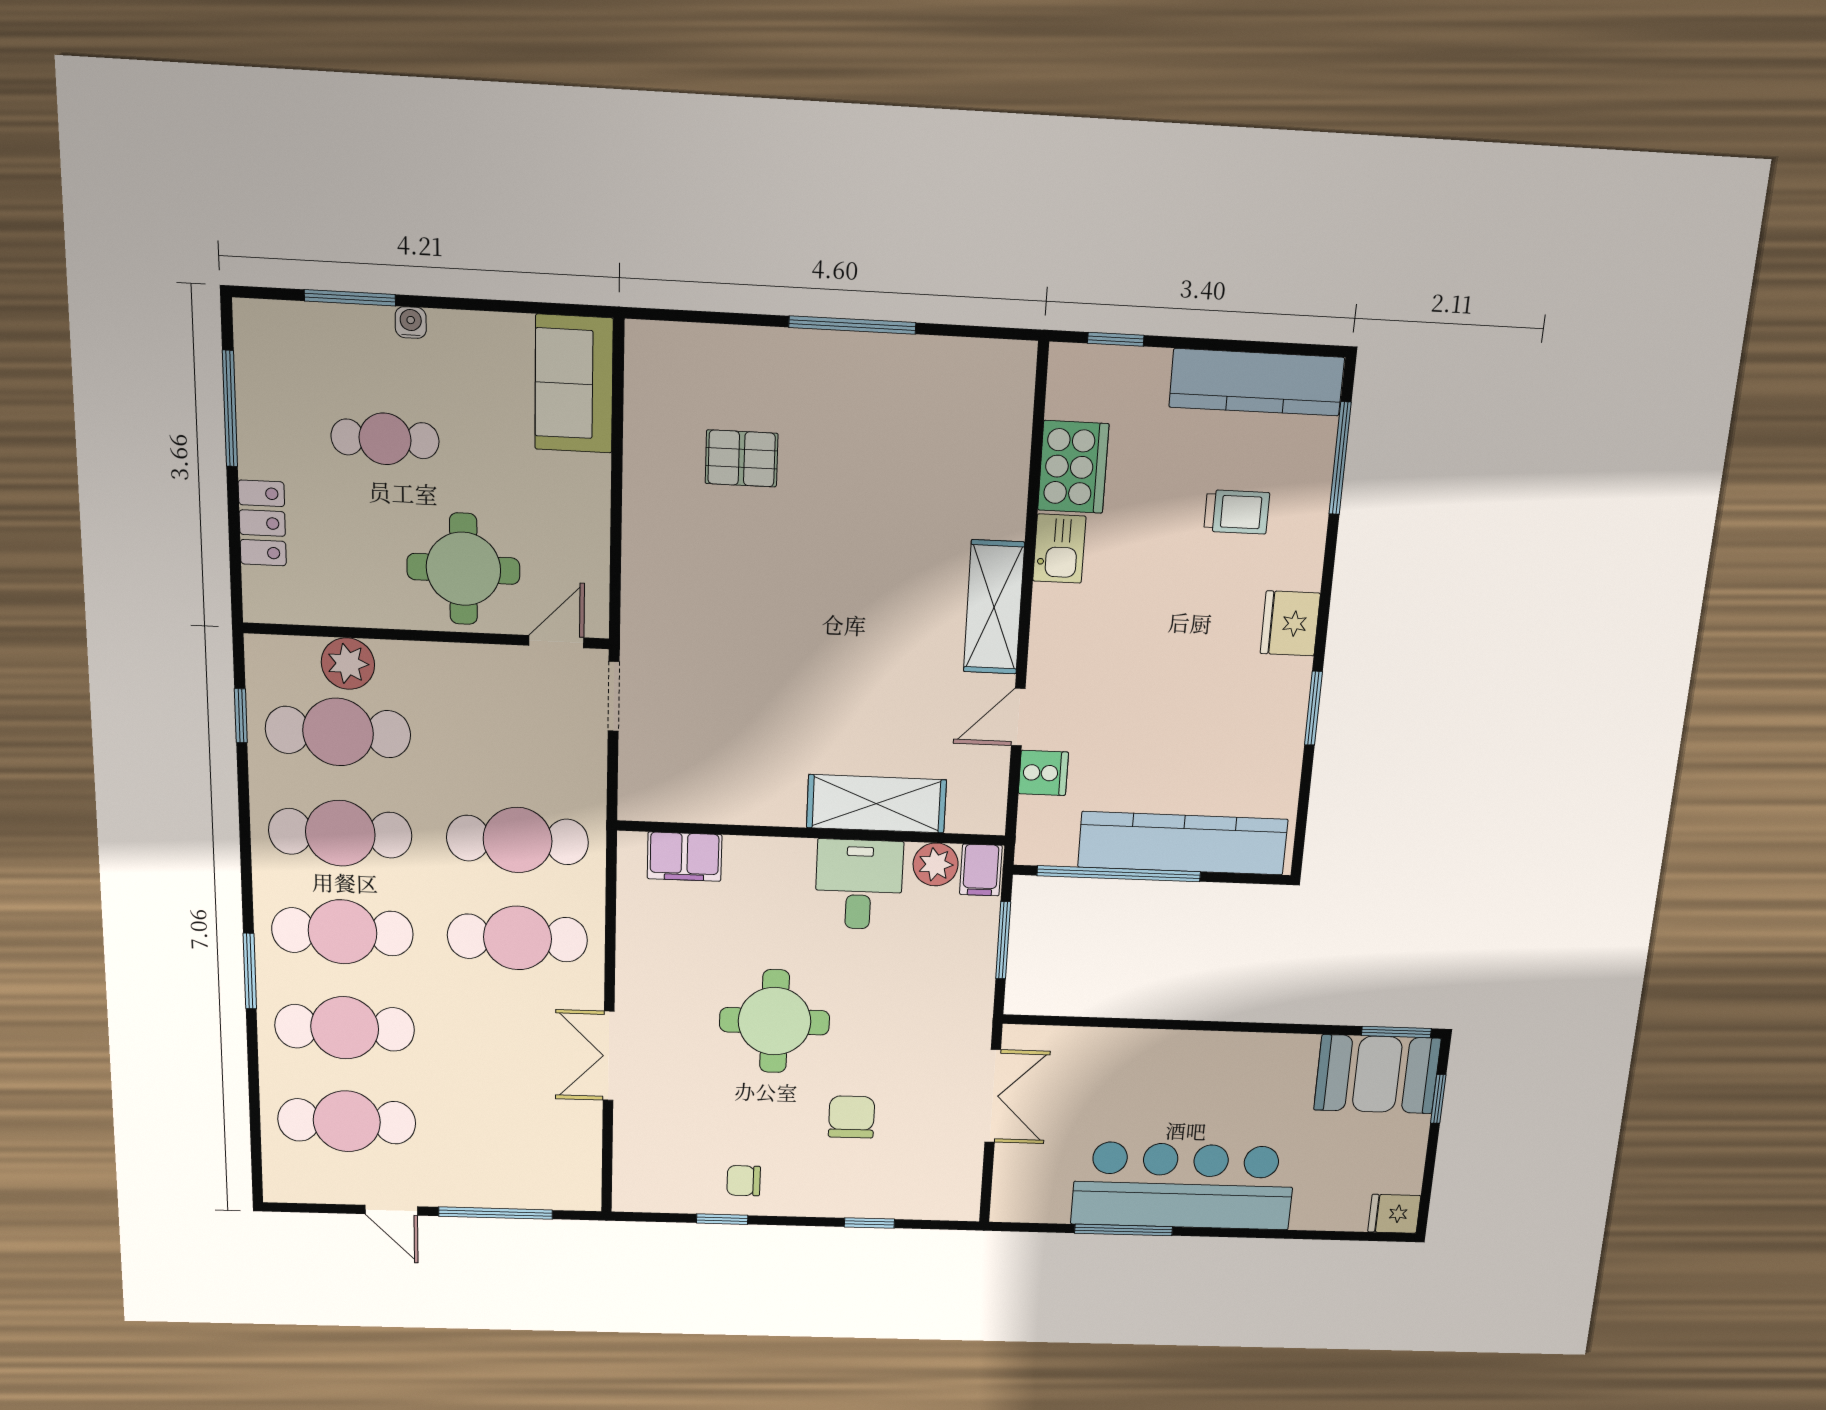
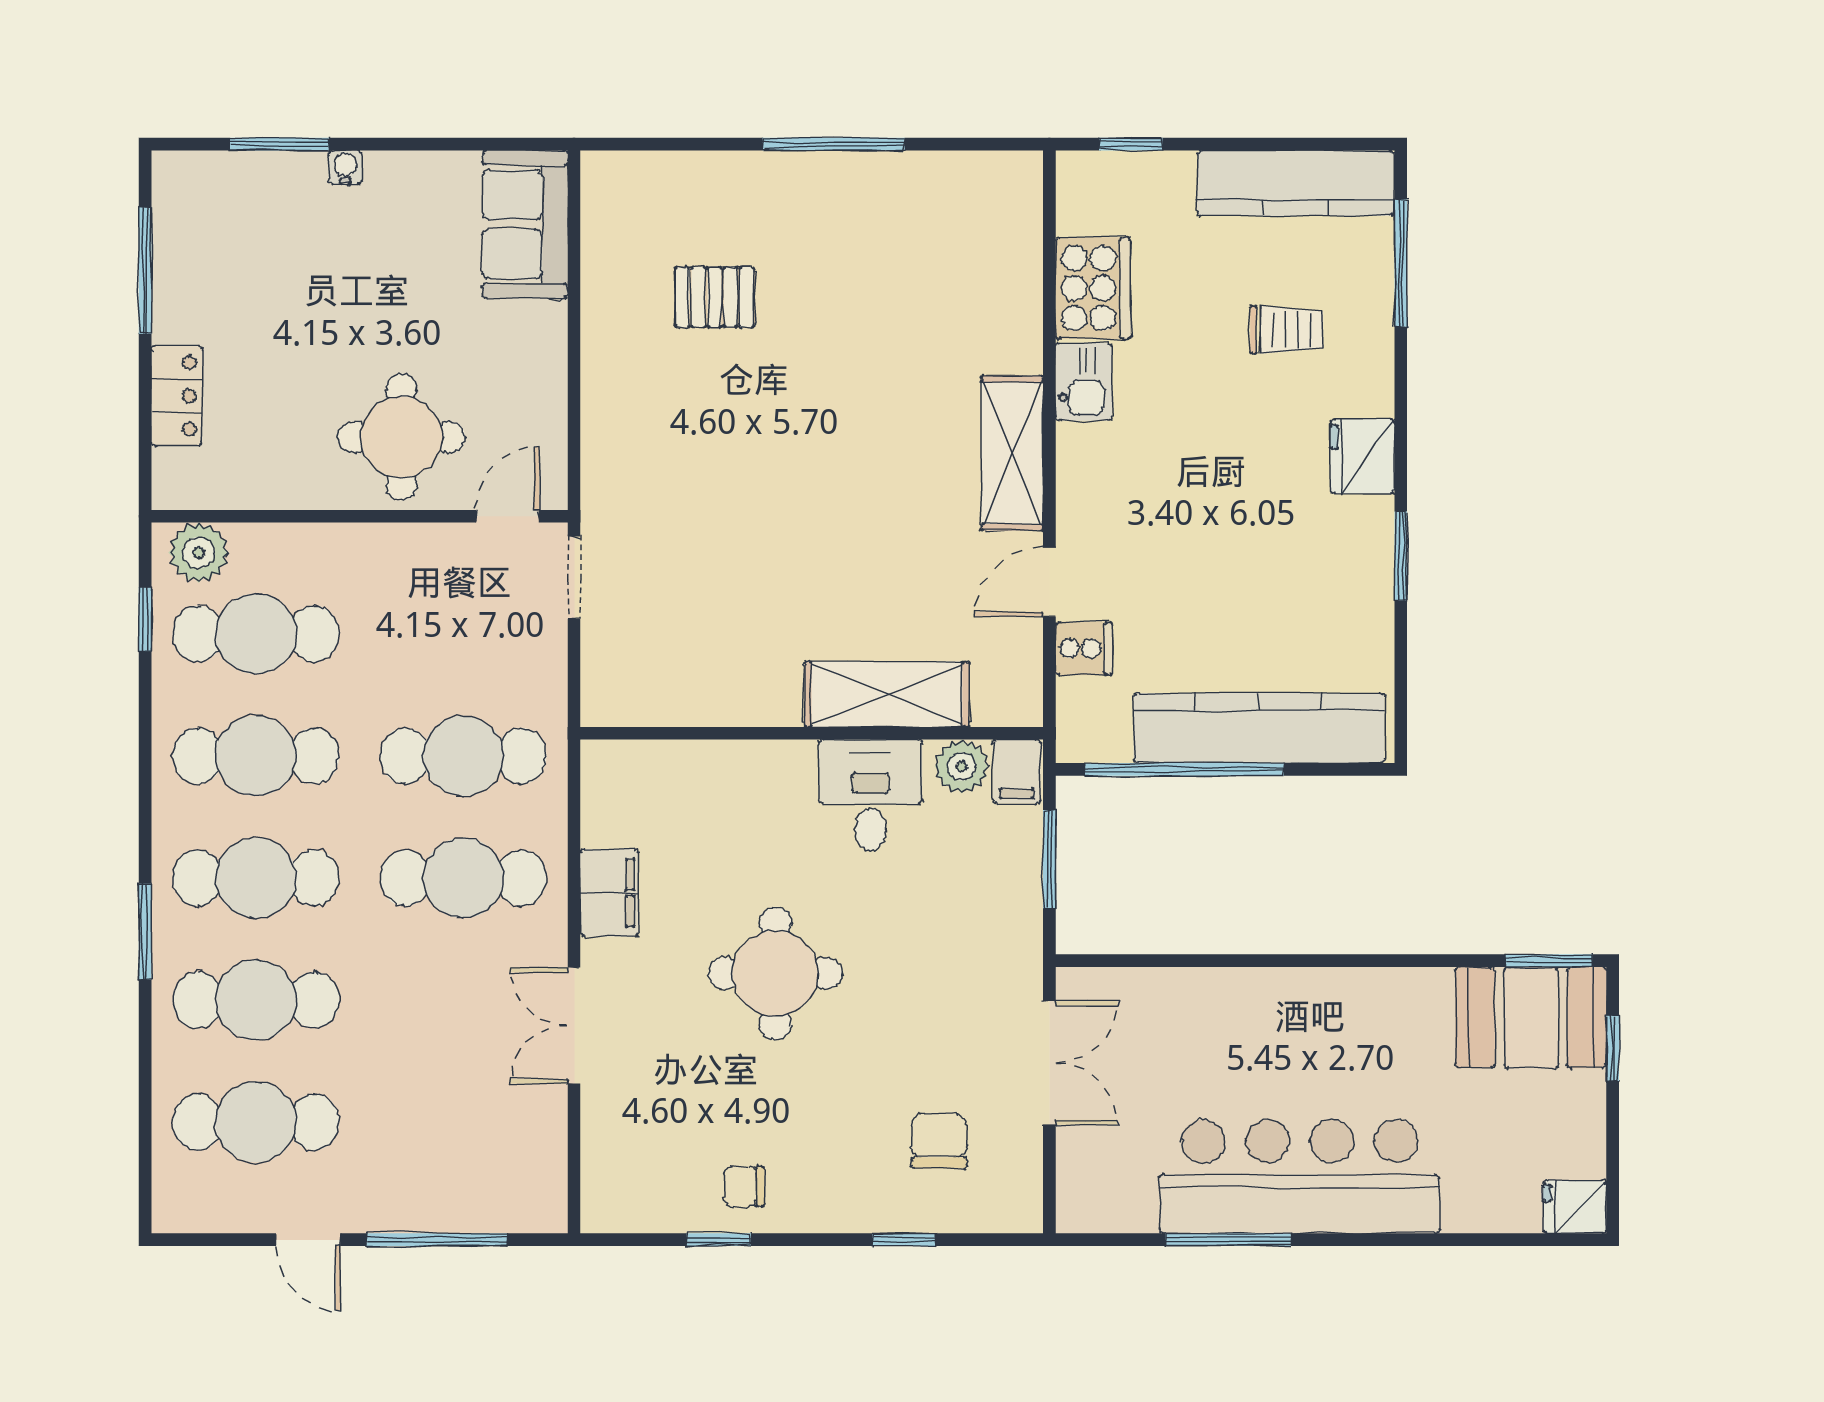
cafe table: (385, 439) -> (315, 295), removed
plant: (348, 664) -> (199, 553), moved
filing cabinet: (684, 857) -> (609, 893), moved, turned -90
chair: (852, 1117) -> (939, 1141), moved

